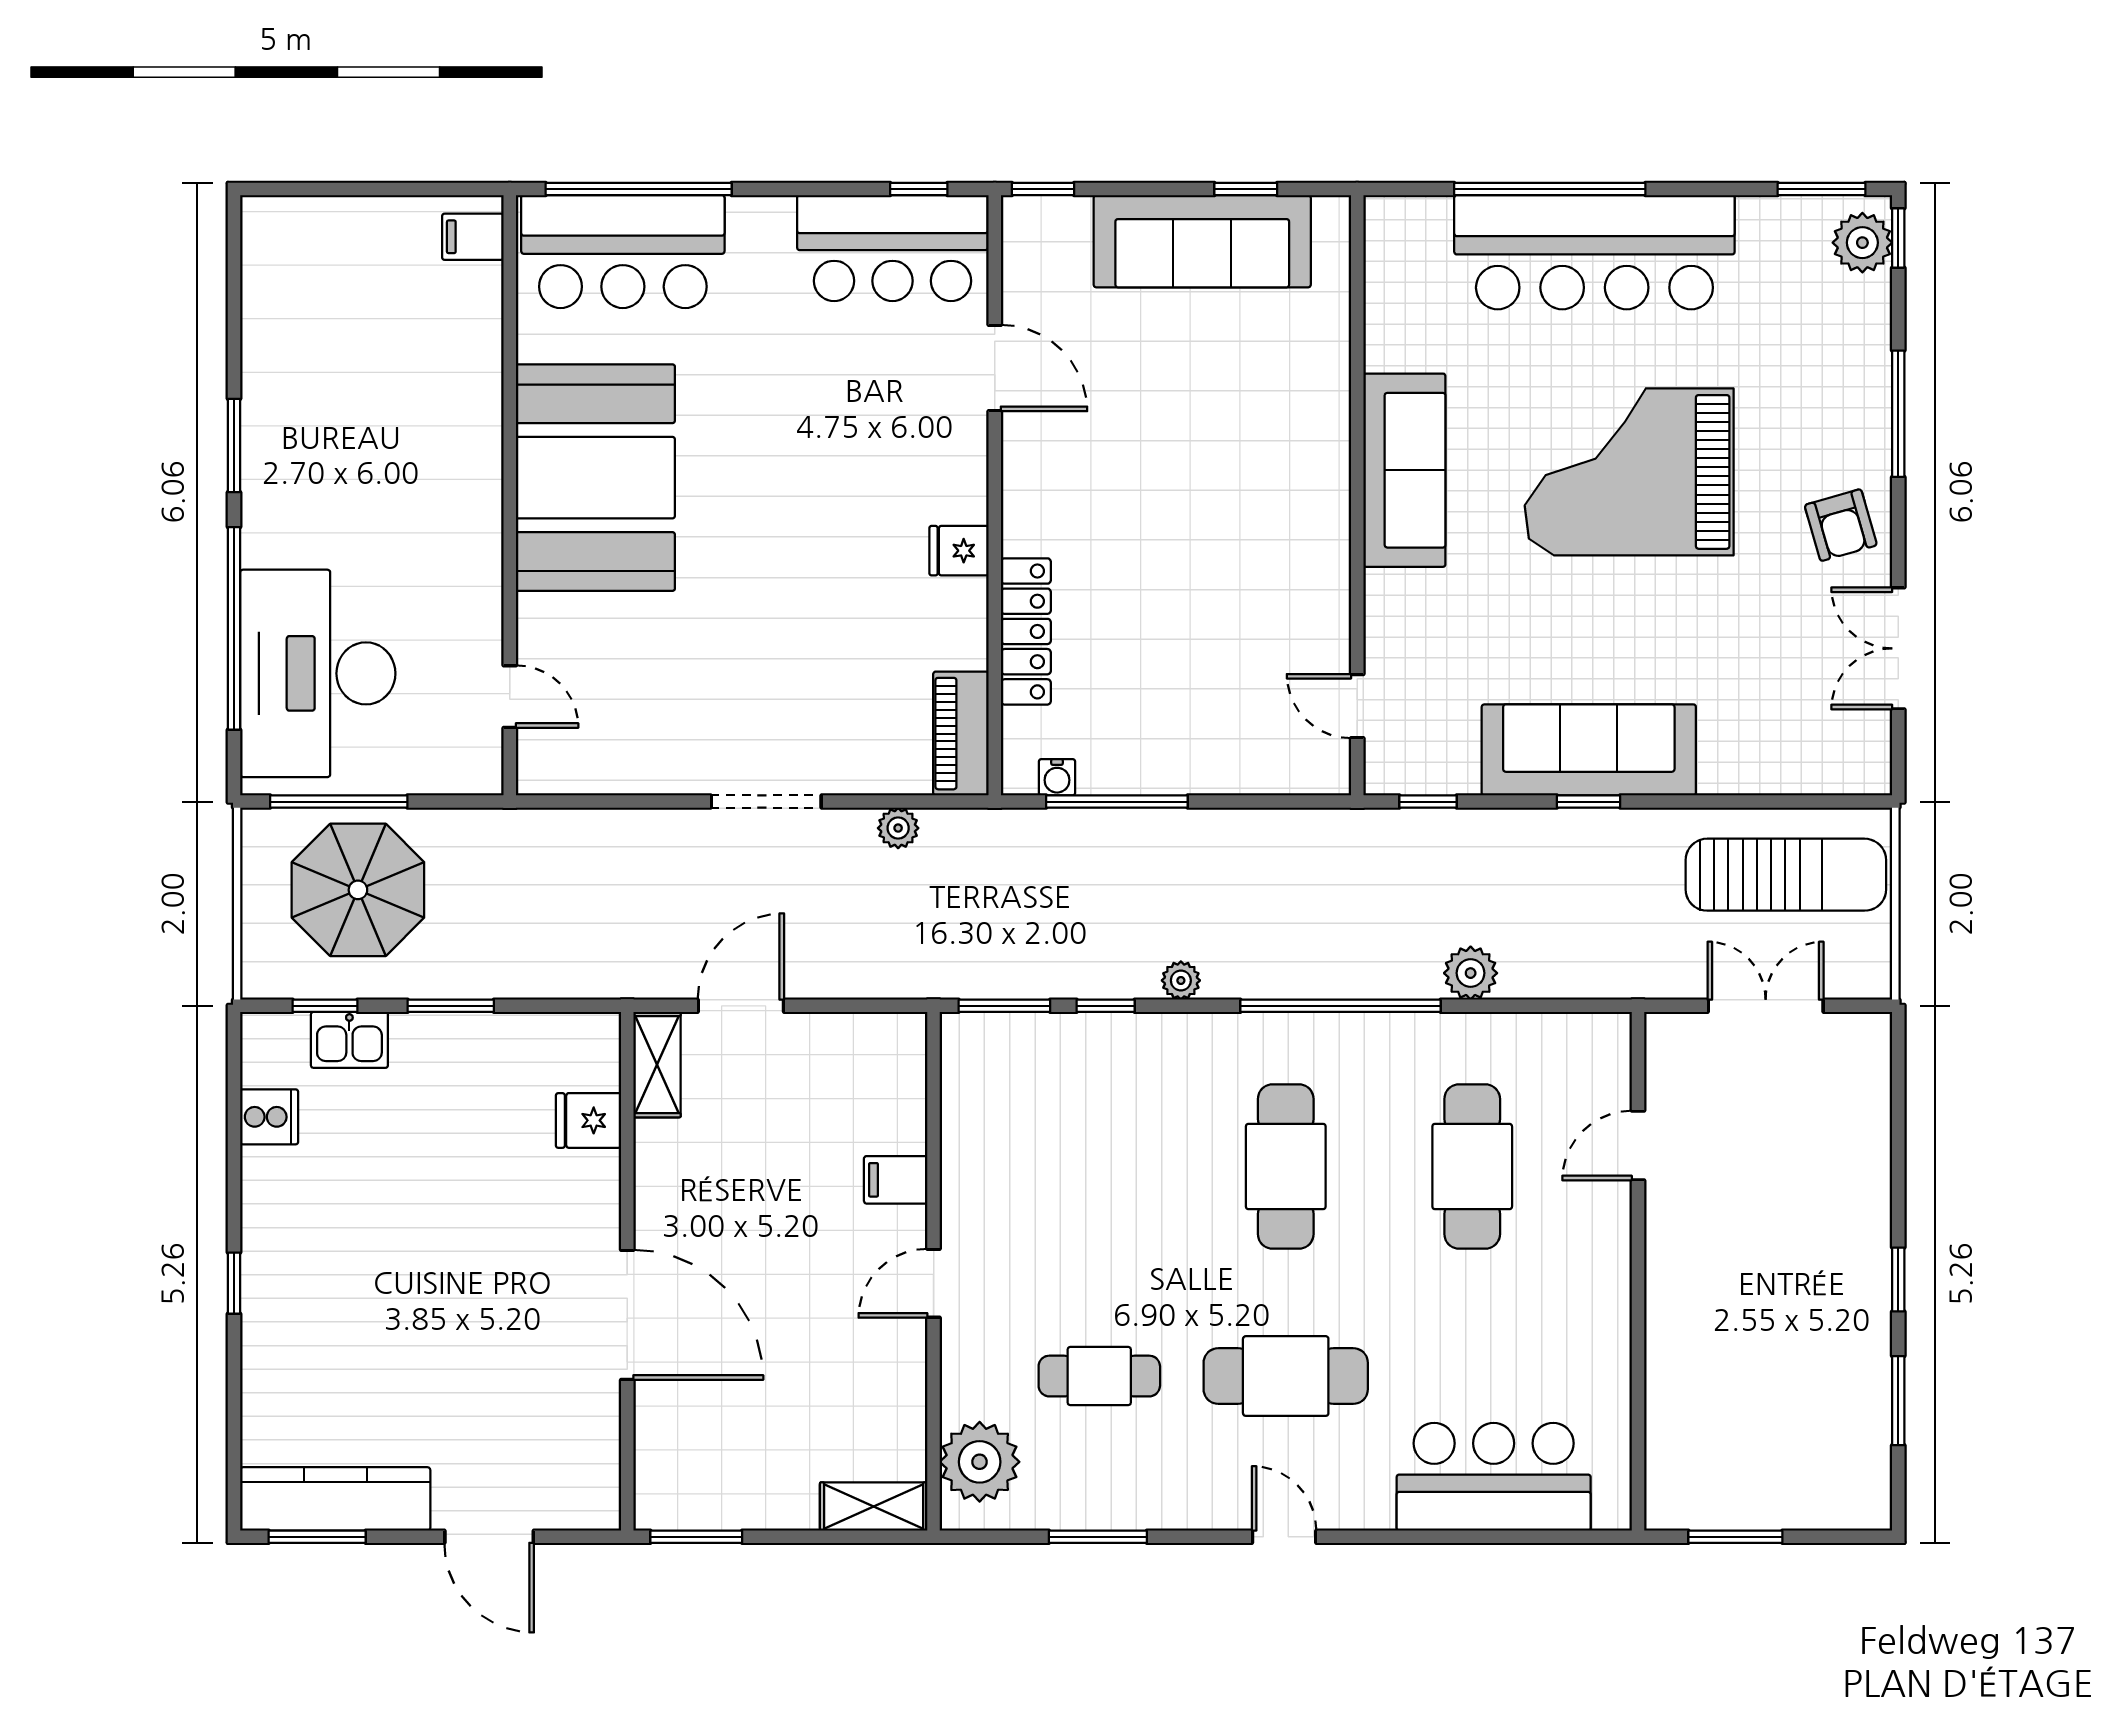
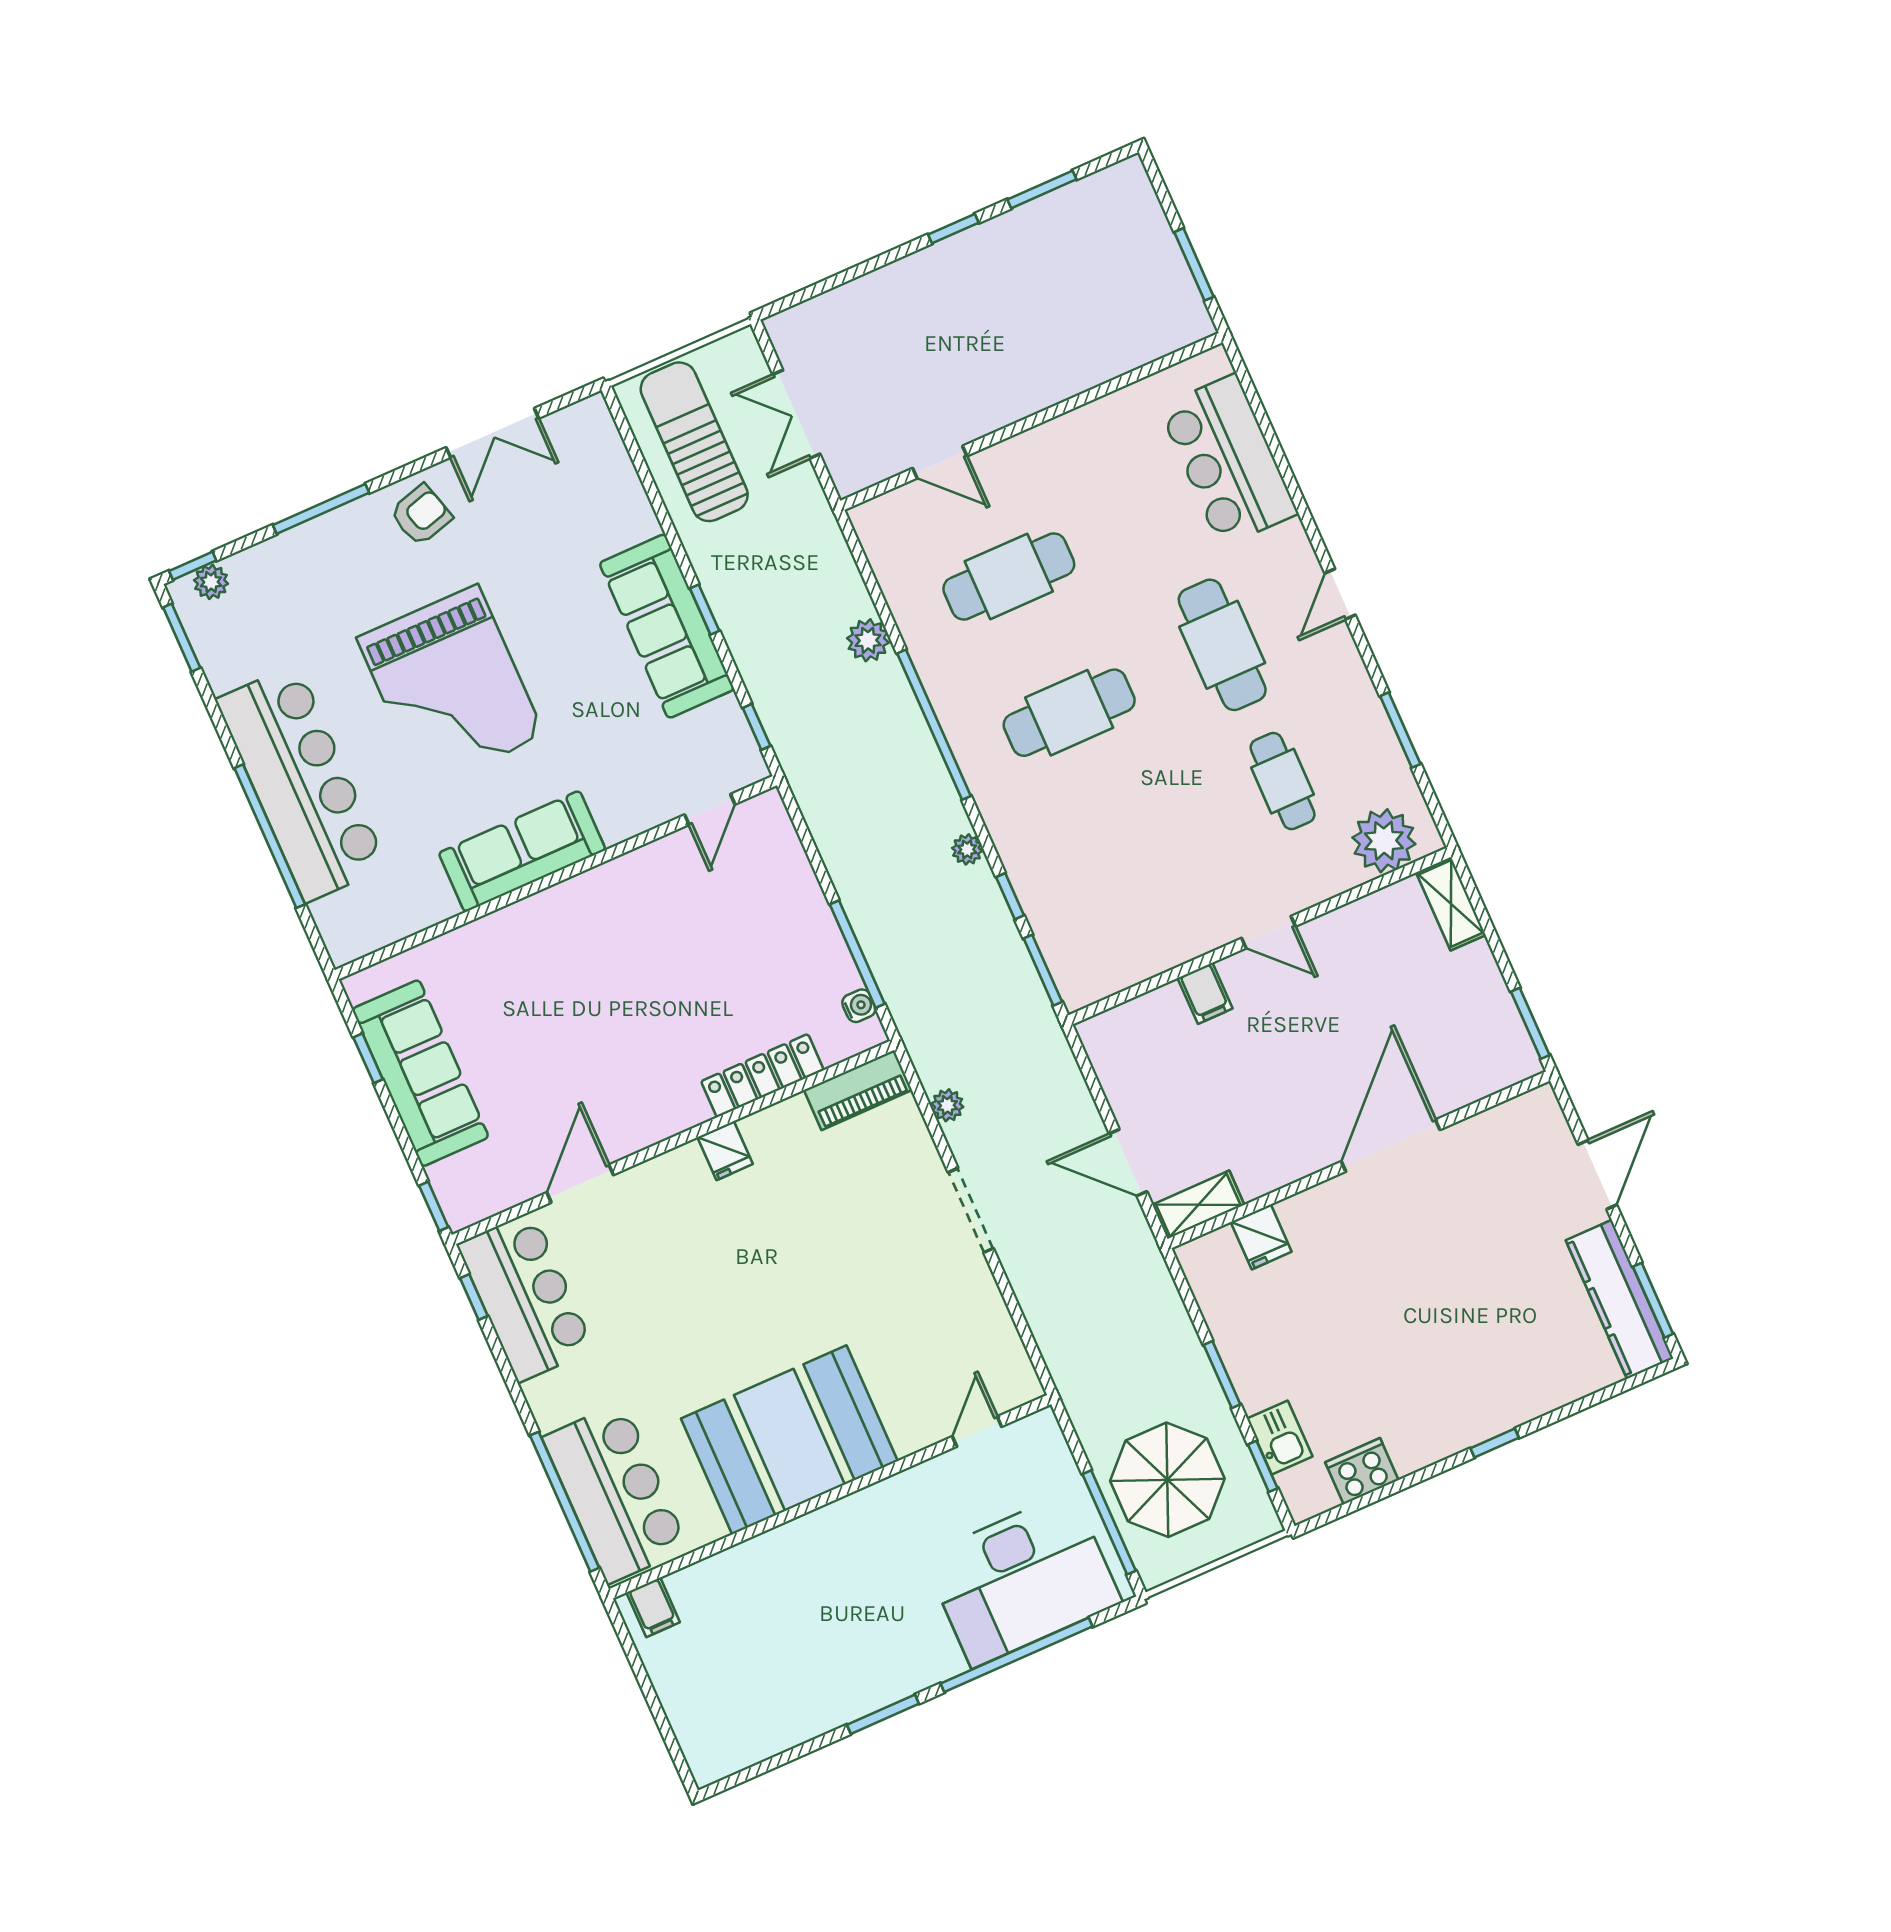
plant: (1862, 243) -> (211, 582), width x0.73, depth x0.73
cooker: (269, 1117) -> (1362, 1471), width x1.36

